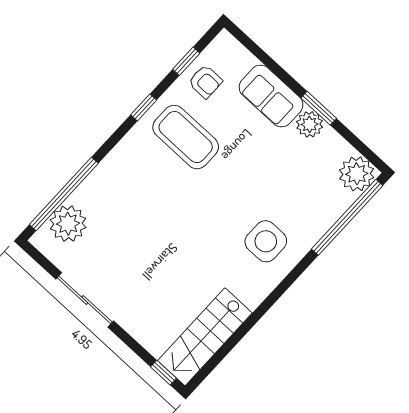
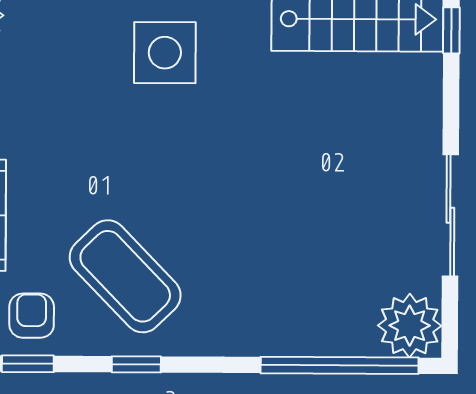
coffee table: (186, 137) -> (125, 276), turned -44
plant: (68, 224) -> (410, 326), moved

